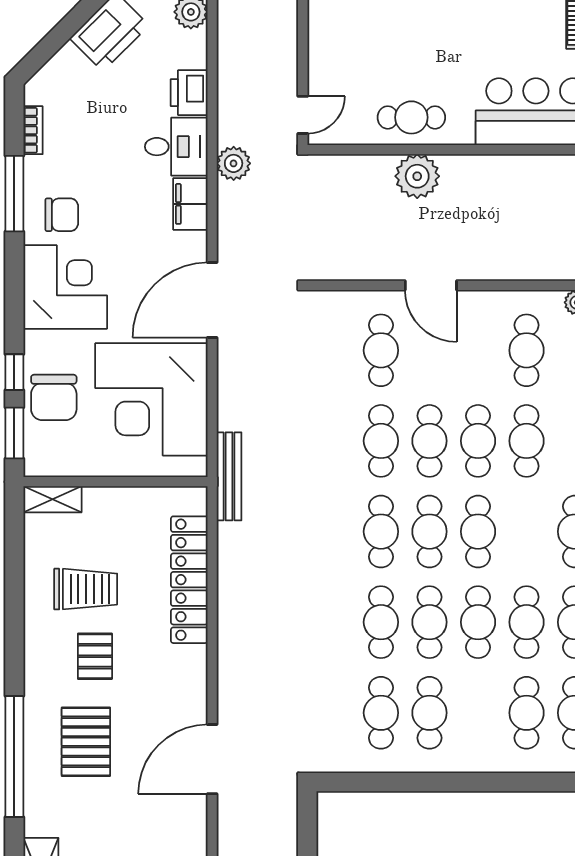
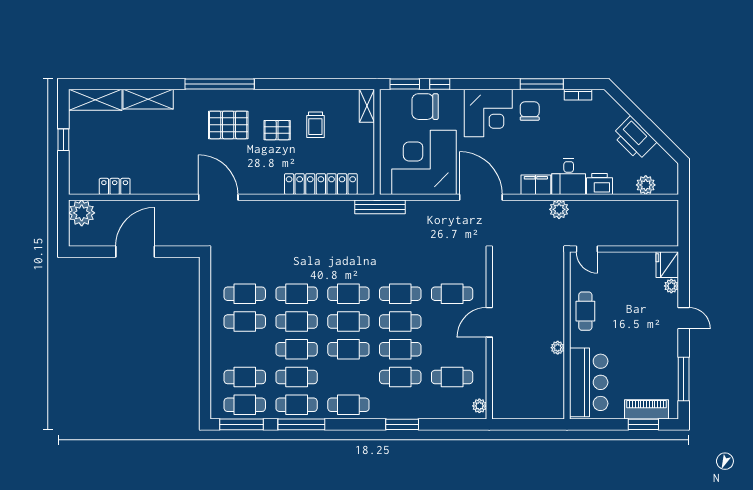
plant: (417, 176) -> (558, 348), moved, width x0.53, depth x0.53
chair: (62, 215) -> (530, 111), turned 180
trolley: (86, 589) -> (315, 125), width x0.73, depth x0.72

